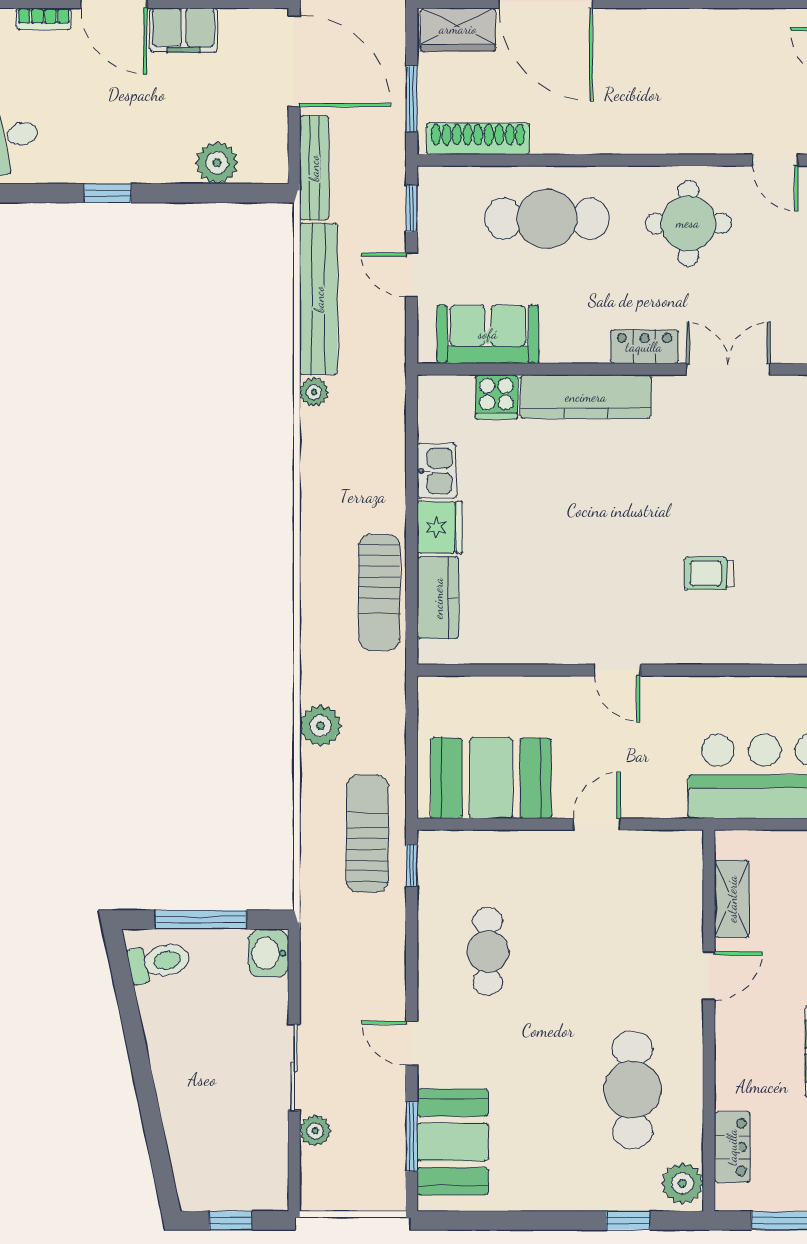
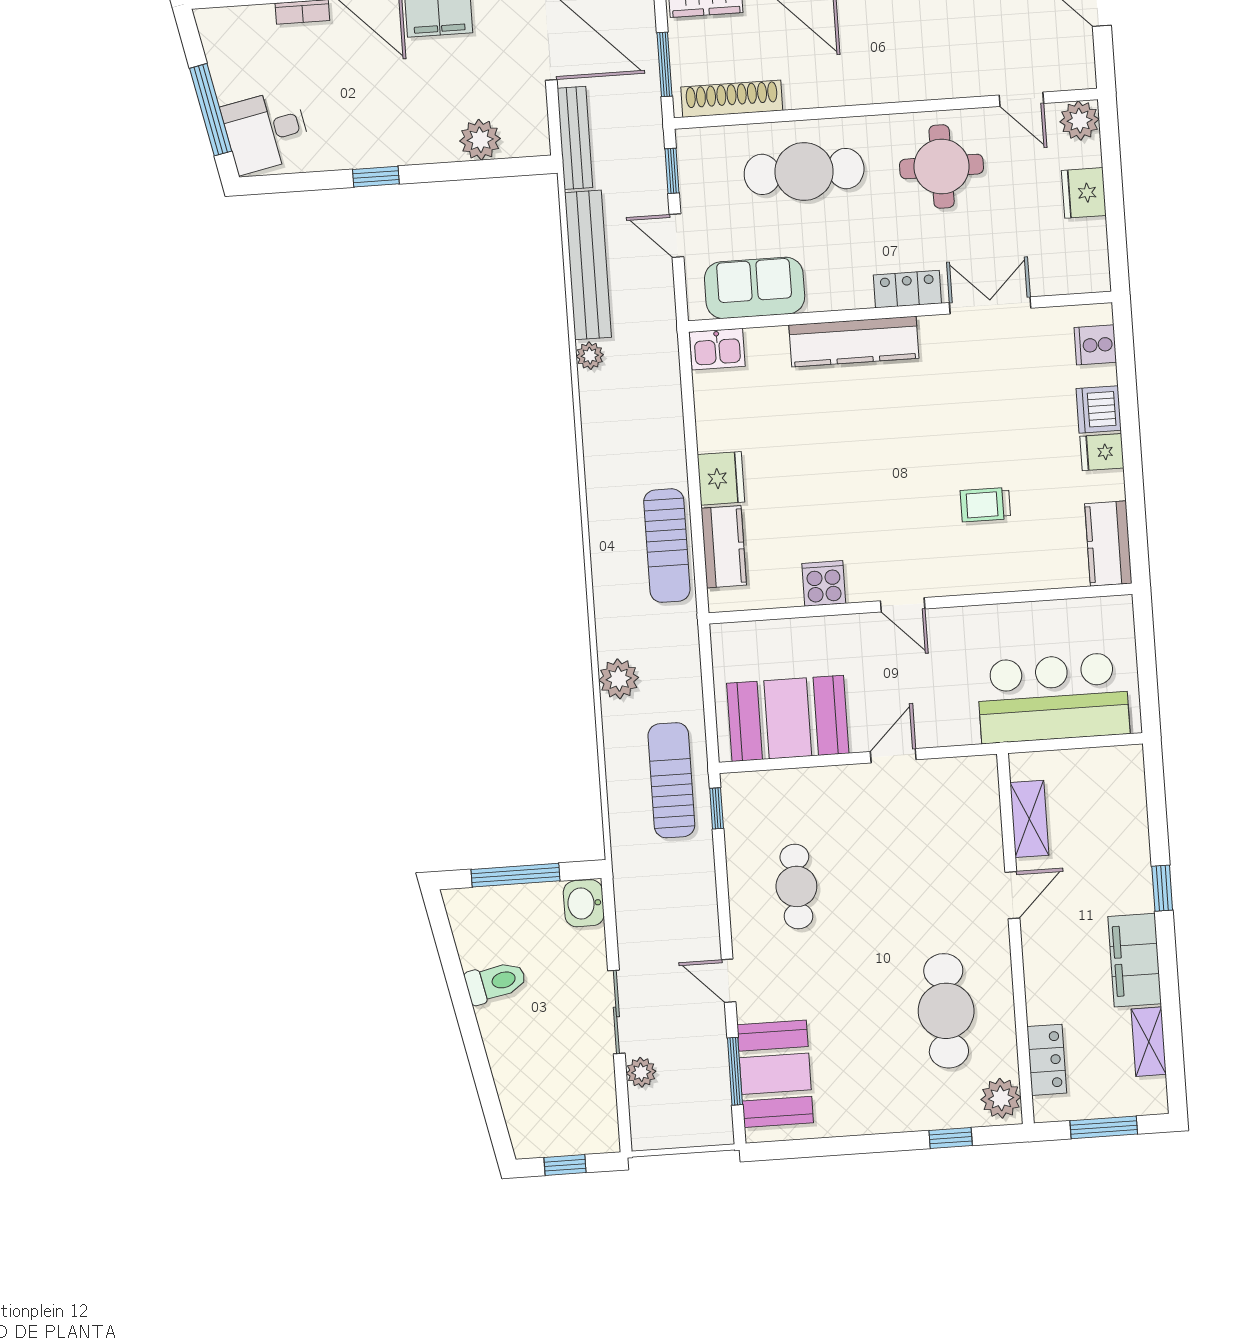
cooker: (496, 397) -> (824, 583), moved, turned 180
kitchen sink: (437, 471) -> (717, 349), moved, turned 90
toilet: (159, 962) -> (496, 982), moved

